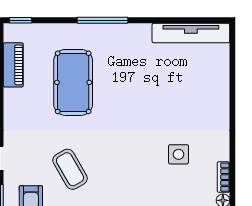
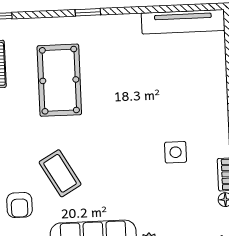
window: (102, 20) -> (88, 12), width x0.46

